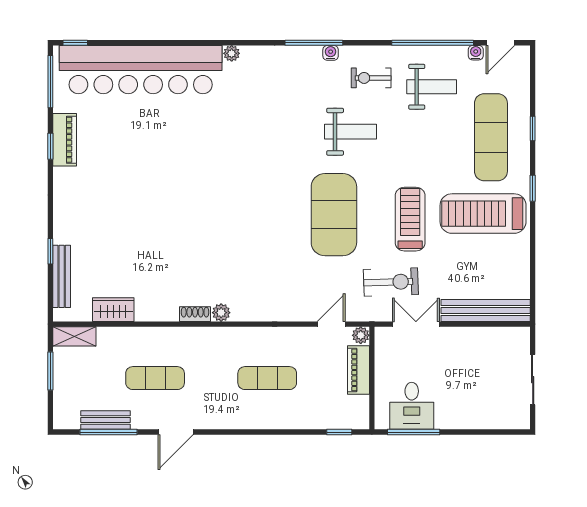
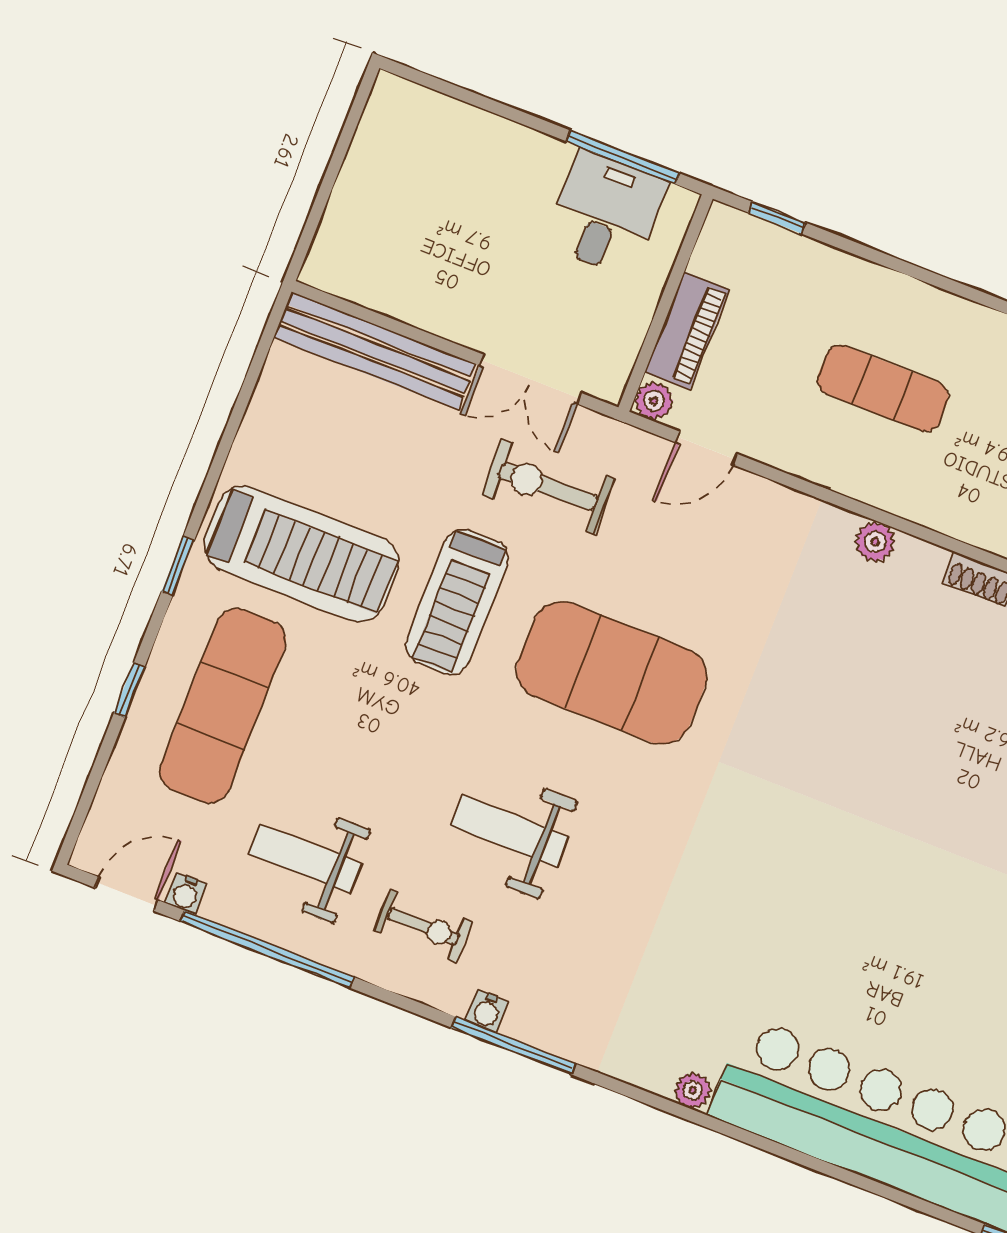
exercise mat: (334, 215) -> (612, 673), turned 90
plant: (221, 313) -> (875, 542), moved
sliding door: (533, 380) -> (333, 169), removed

